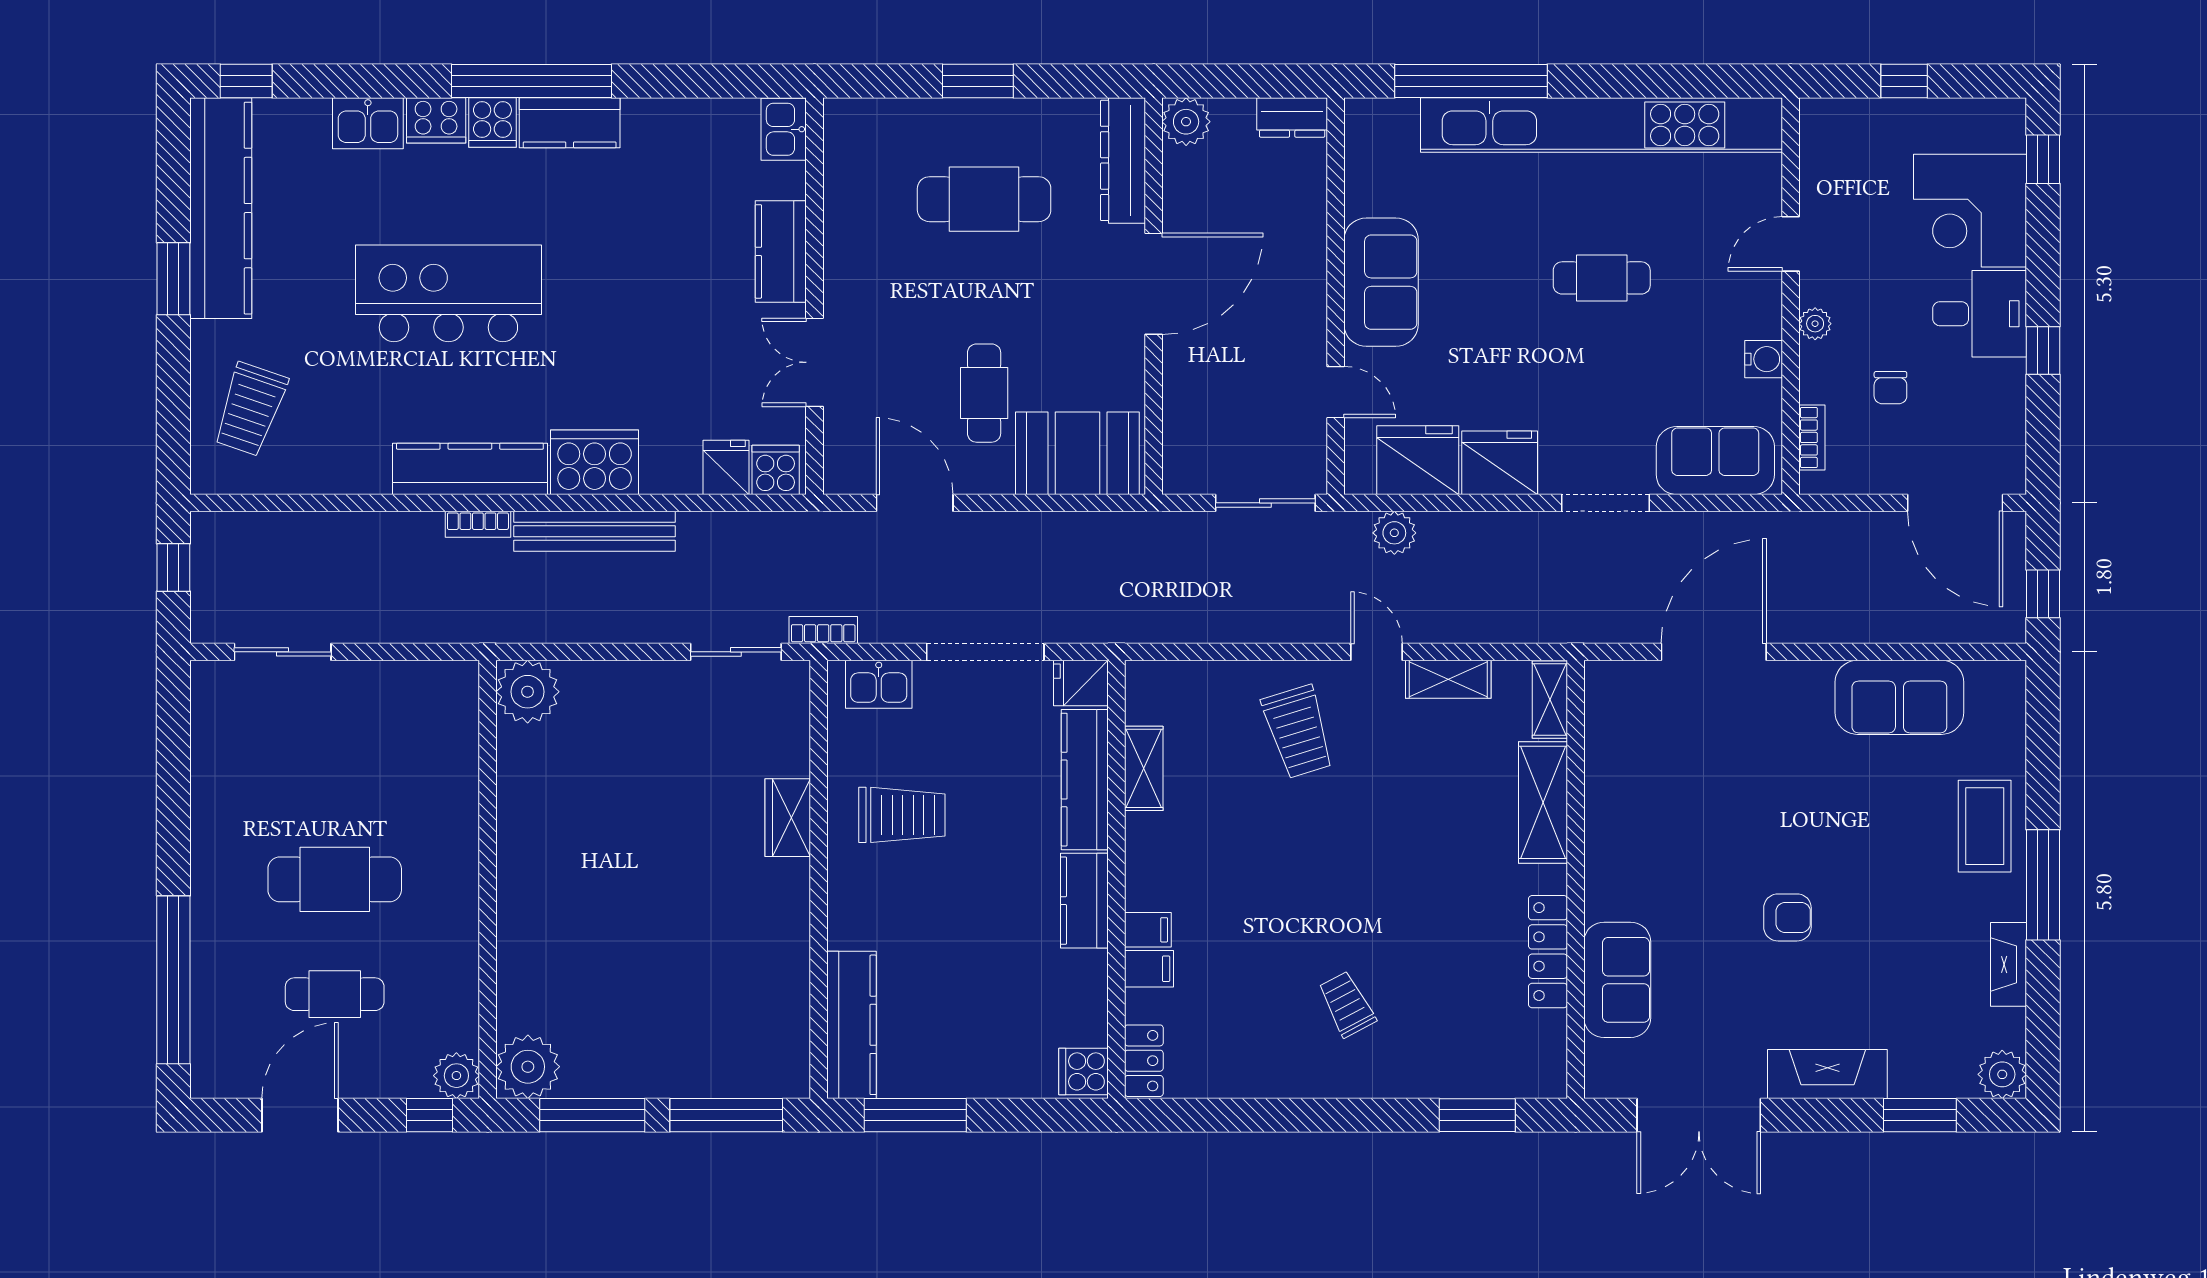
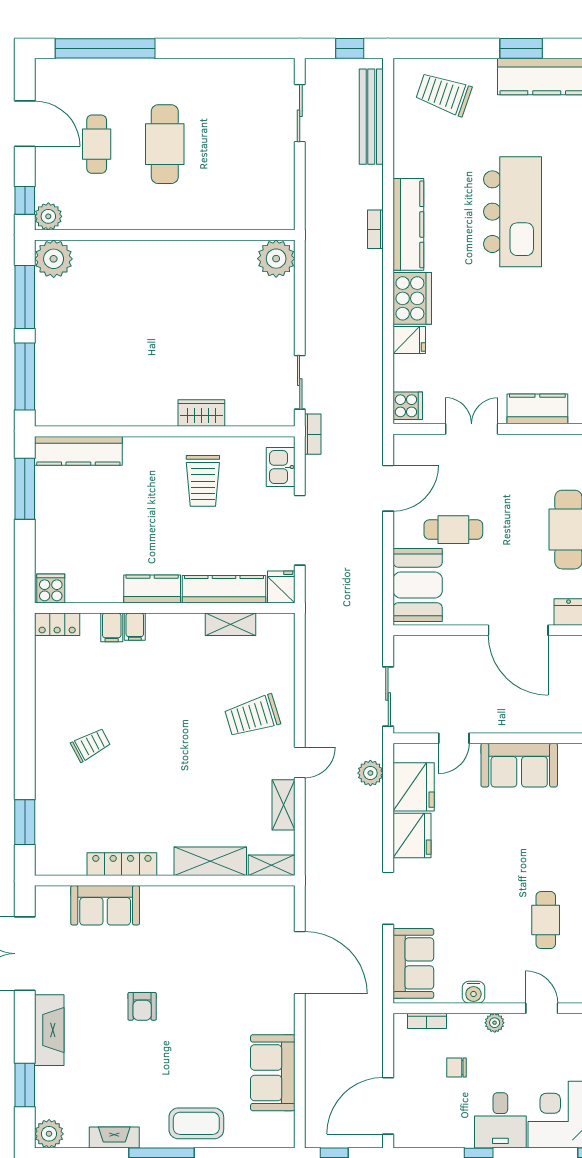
cafe table: (1602, 278) -> (546, 920), moved
fridge: (726, 467) -> (409, 340), moved
bench: (594, 531) -> (371, 117), moved

